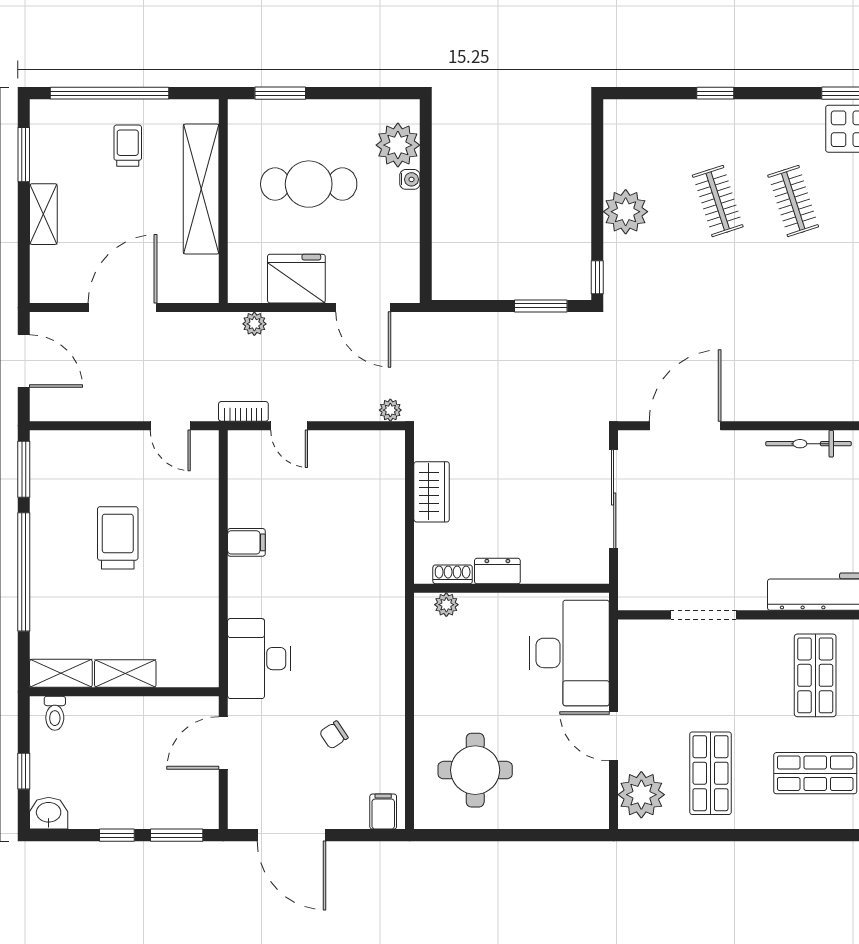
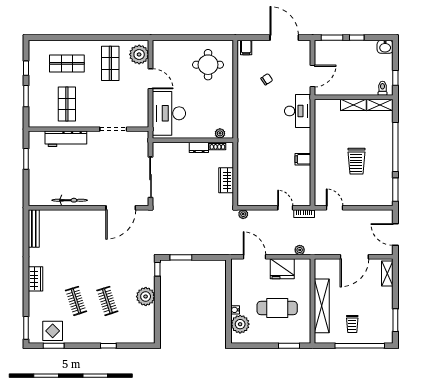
shelving: (43, 214) -> (387, 274), moved
window: (24, 771) -> (395, 78), moved

